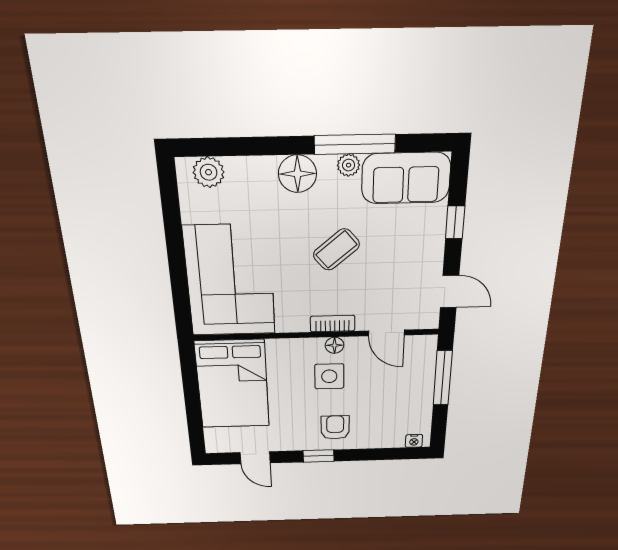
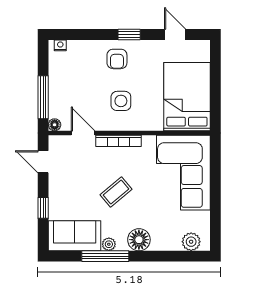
bookcase: (333, 324) -> (119, 141), width x1.56
floor lamp: (335, 345) -> (55, 125), moved

